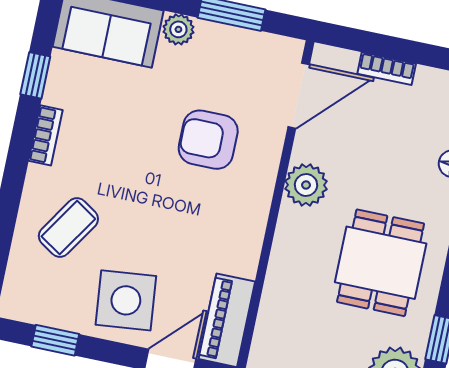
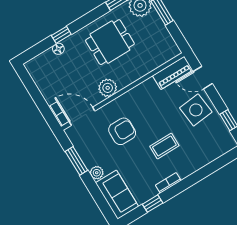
bookcase: (387, 69) -> (59, 114), moved
armchair: (208, 140) -> (122, 131), turned -90
coffee table: (68, 228) -> (164, 146), moved, turned -33

